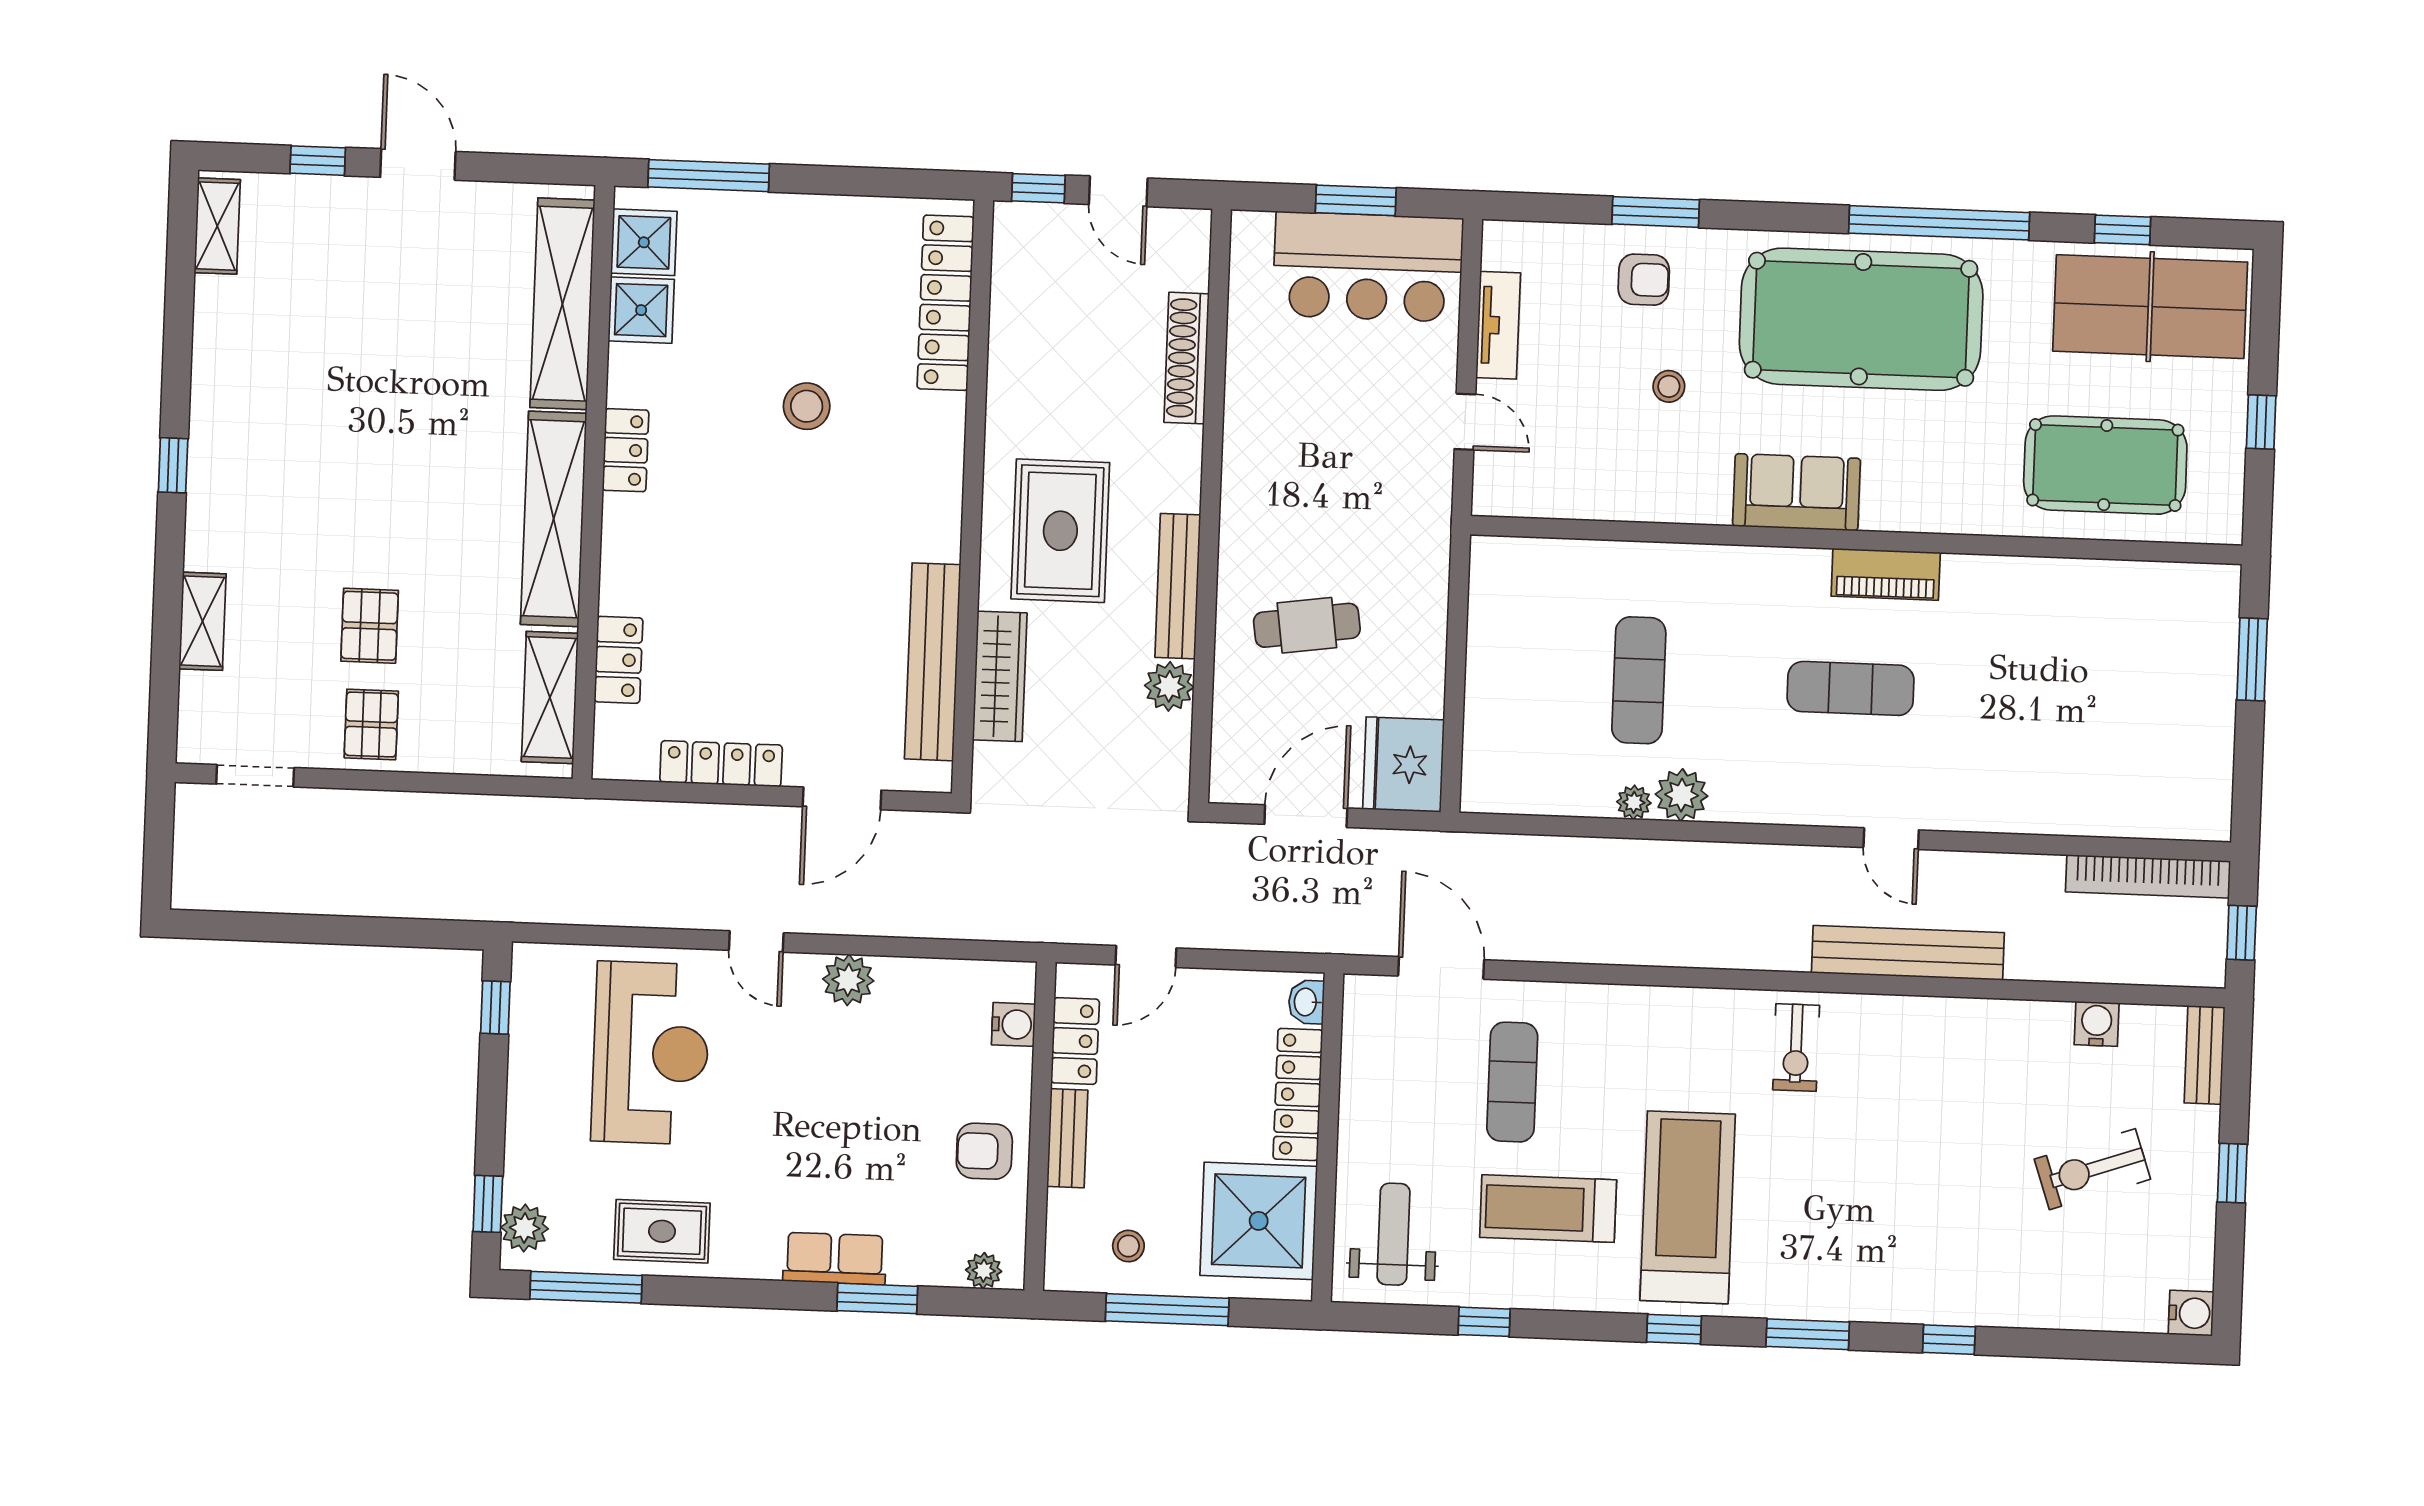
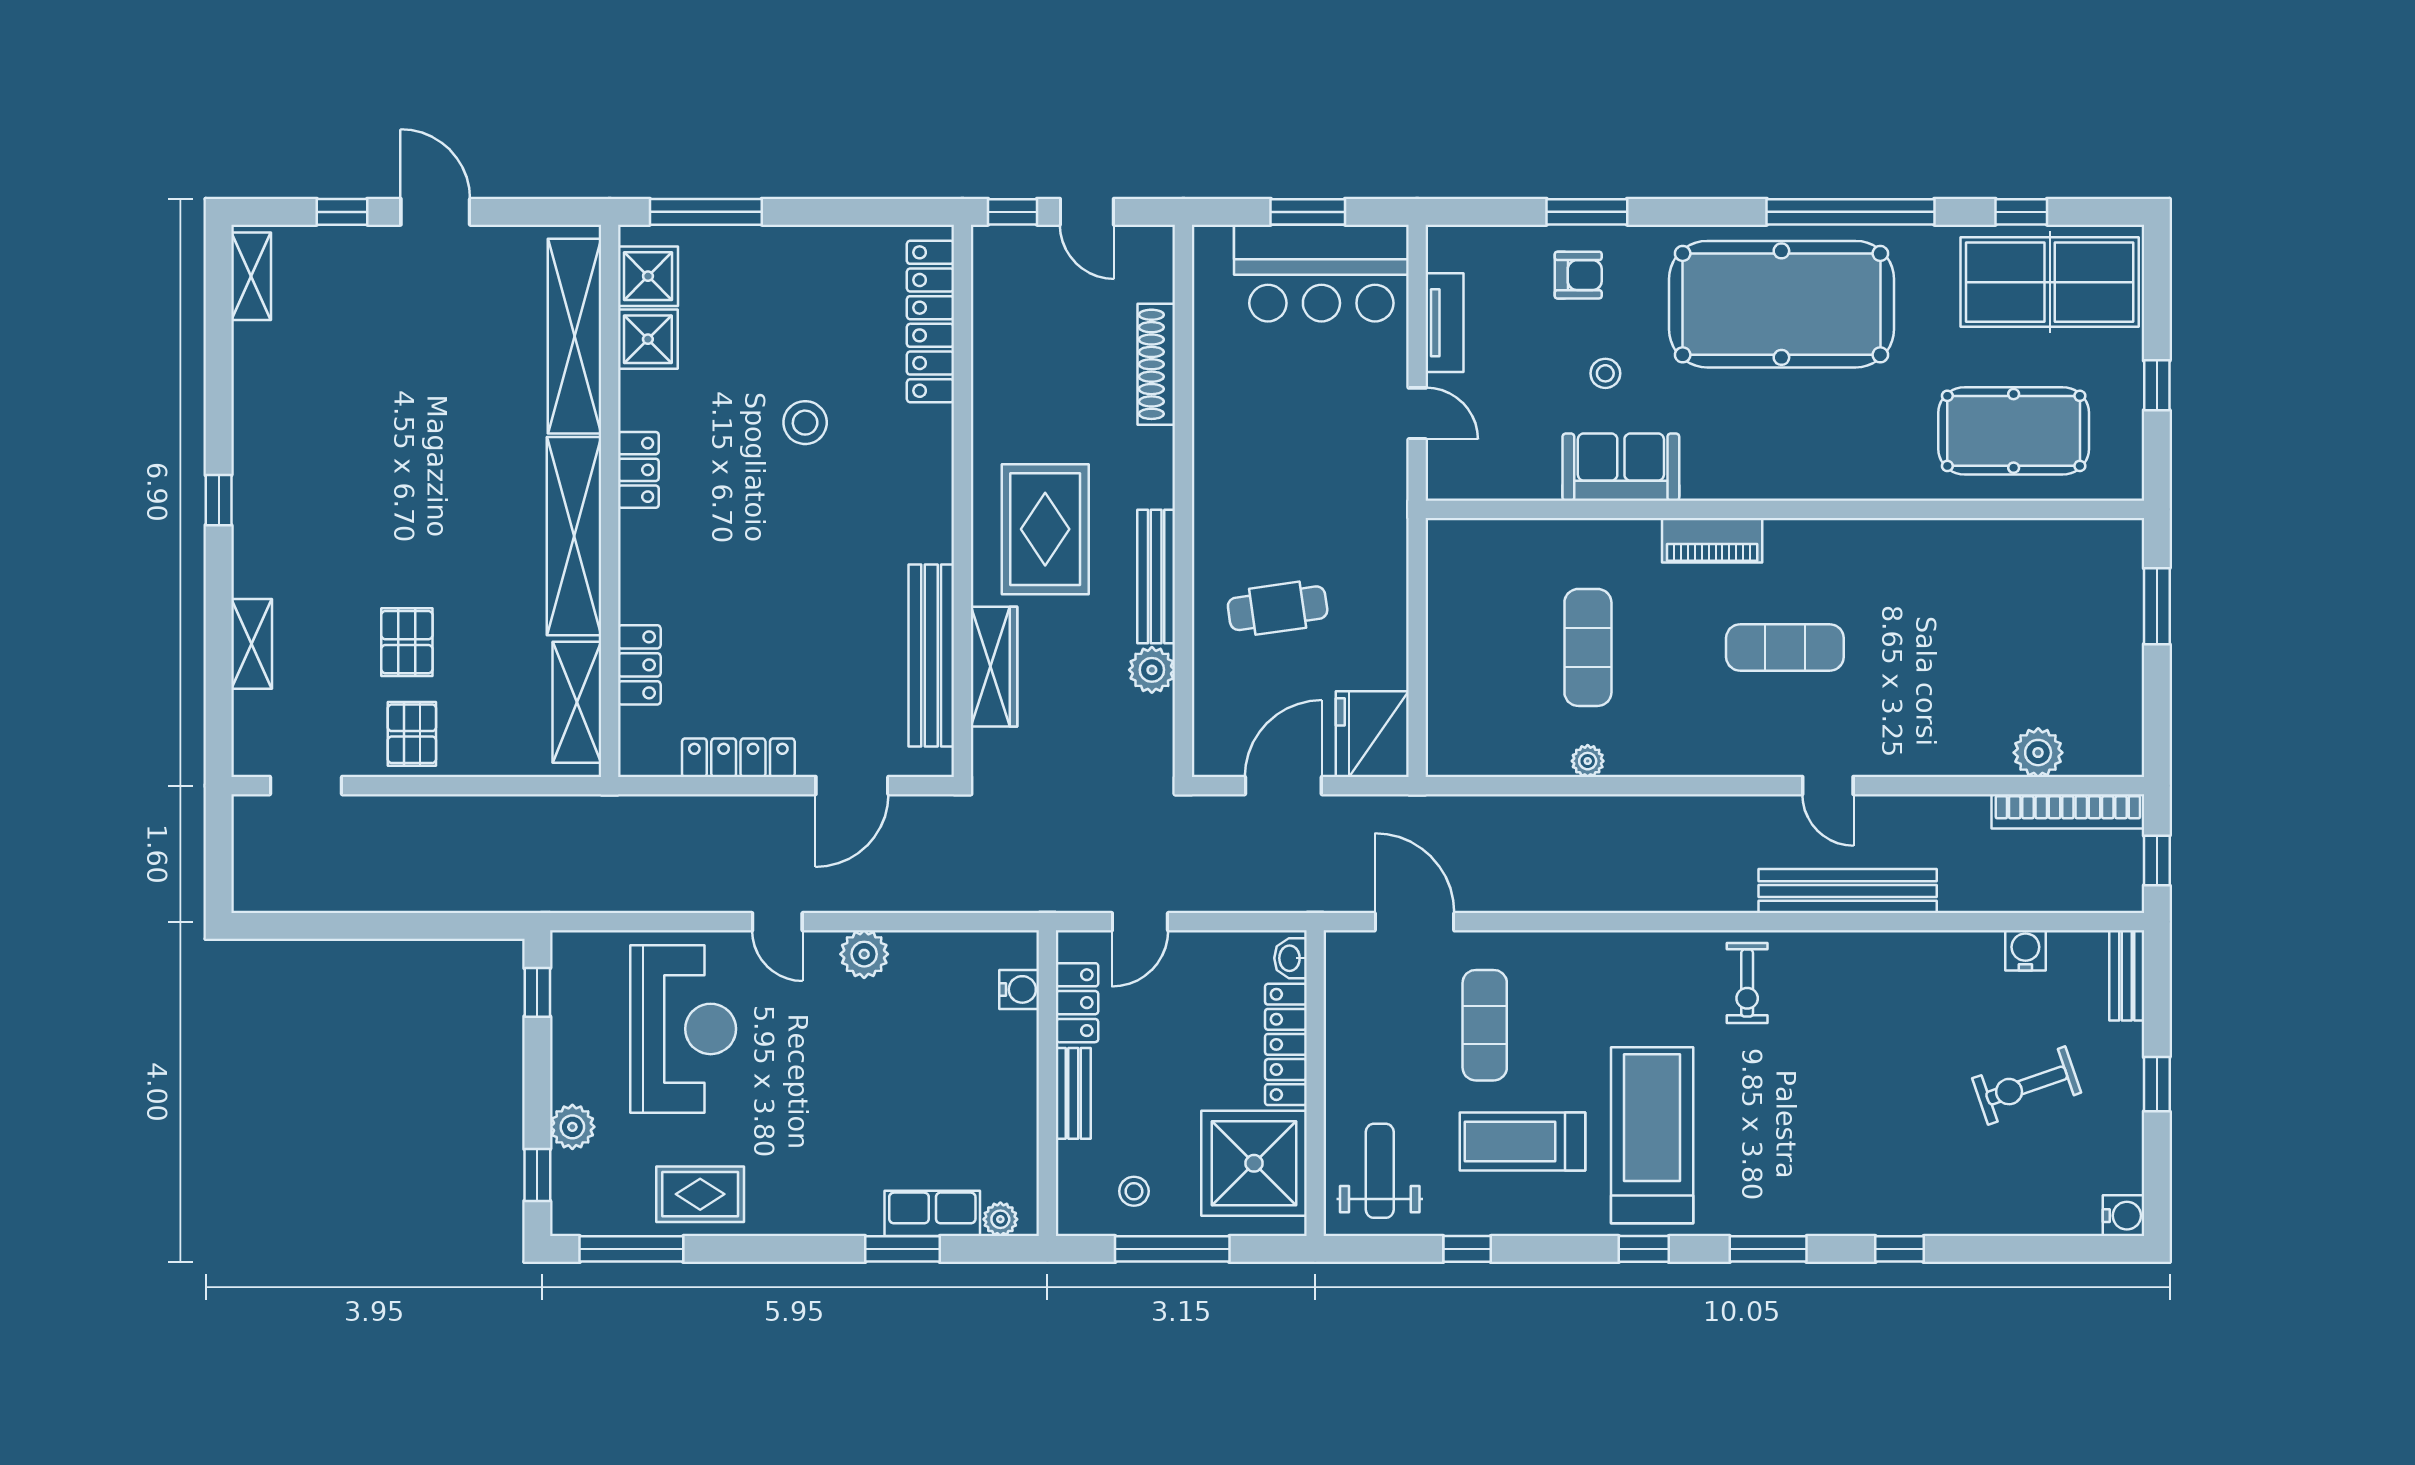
sofa: (1796, 492) -> (1621, 467), moved
piano: (1886, 574) -> (1712, 540), moved
plant: (1682, 795) -> (2038, 753), moved
armchair: (984, 1151) -> (997, 1108), removed
plant: (525, 1228) -> (572, 1127), moved
row of seats: (835, 1259) -> (932, 1213), moved

